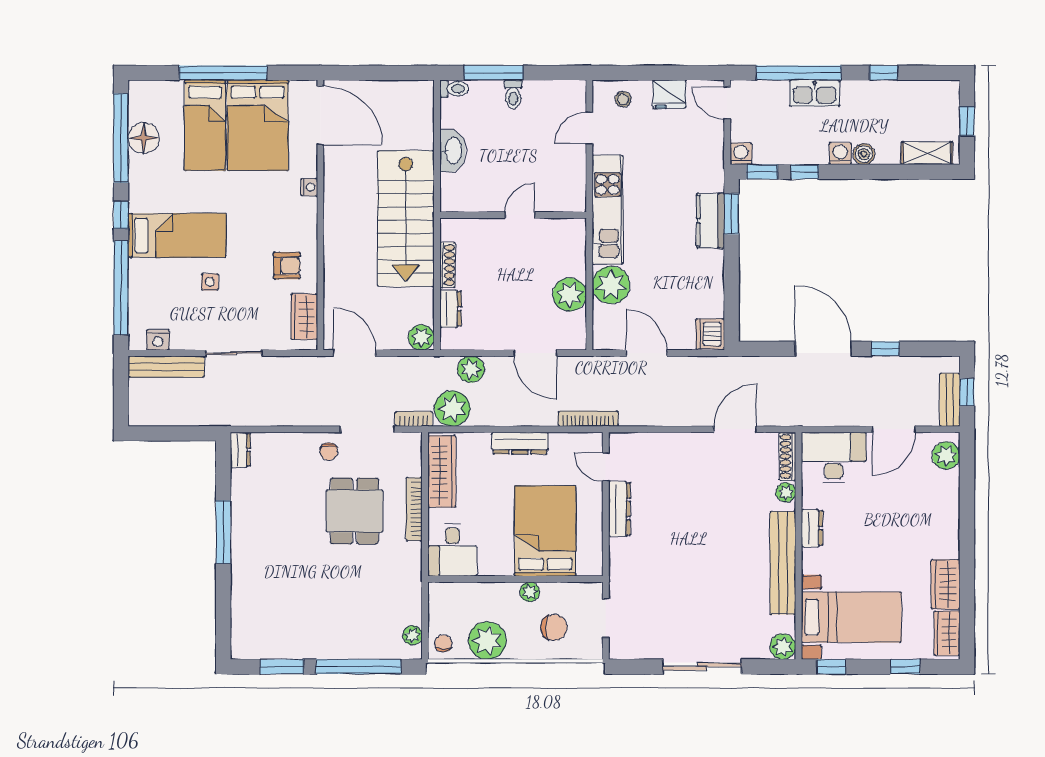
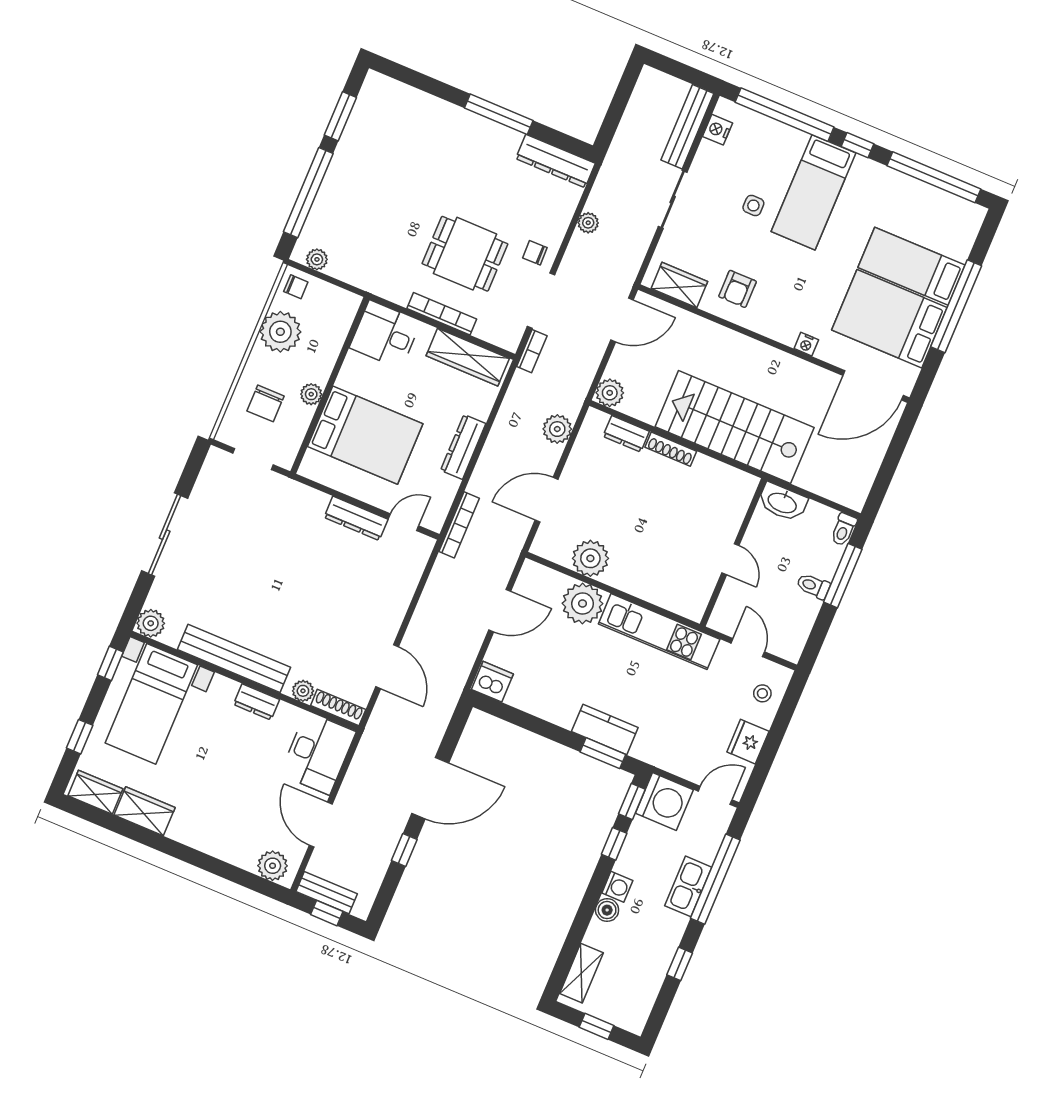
floor lamp: (144, 138) -> (924, 200), removed
washing machine: (741, 154) -> (664, 801), width x1.89, depth x1.89
wall: (513, 215) -> (733, 552), moved
door: (520, 215) -> (730, 559), moved
plant: (452, 409) -> (588, 223), moved, width x0.53, depth x0.53
dresser: (240, 450) -> (555, 161), width x1.96, depth x1.24

